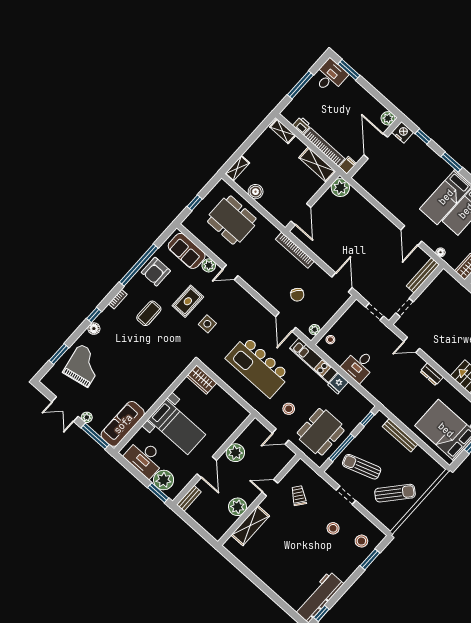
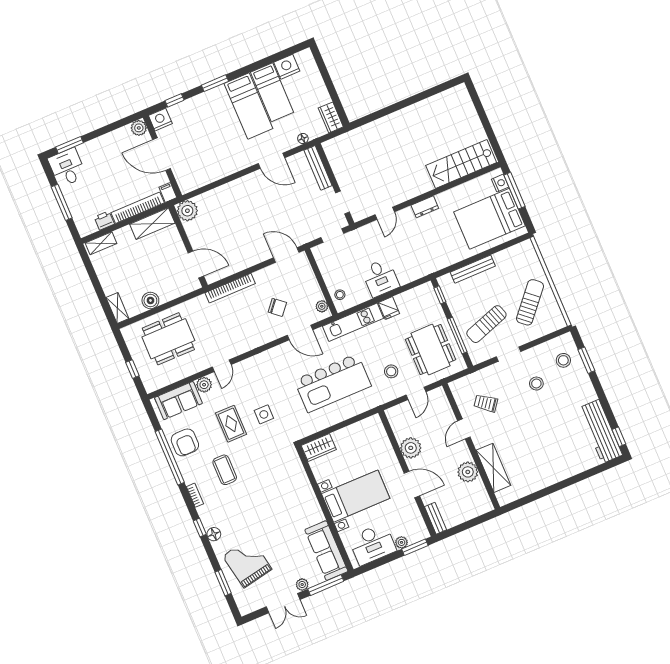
plant: (164, 480) -> (401, 542), width x0.53, depth x0.53

